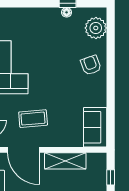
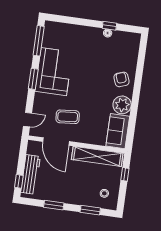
plant: (96, 28) -> (122, 105), moved
shelving: (65, 161) -> (97, 156), width x1.47

